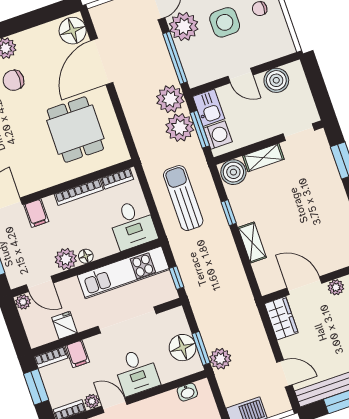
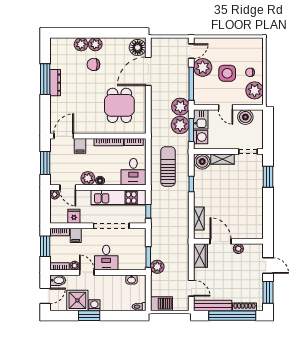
plant: (276, 34) -> (255, 90), added
shelving: (252, 243) -> (199, 218), moved
floor lamp: (183, 348) -> (138, 253), removed

